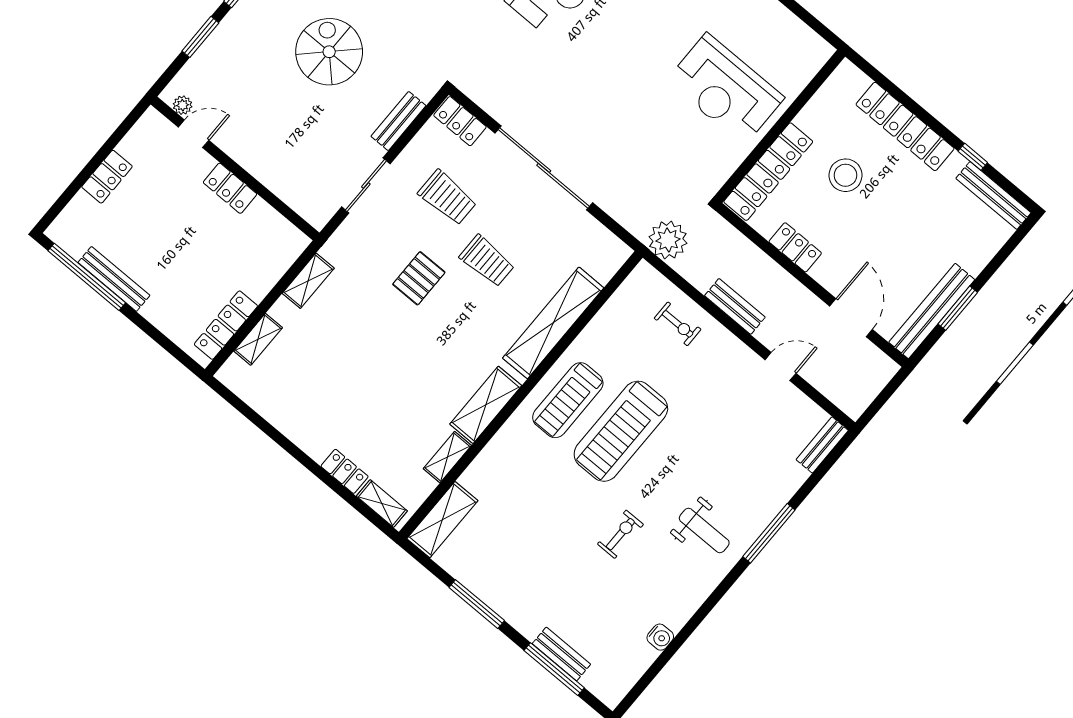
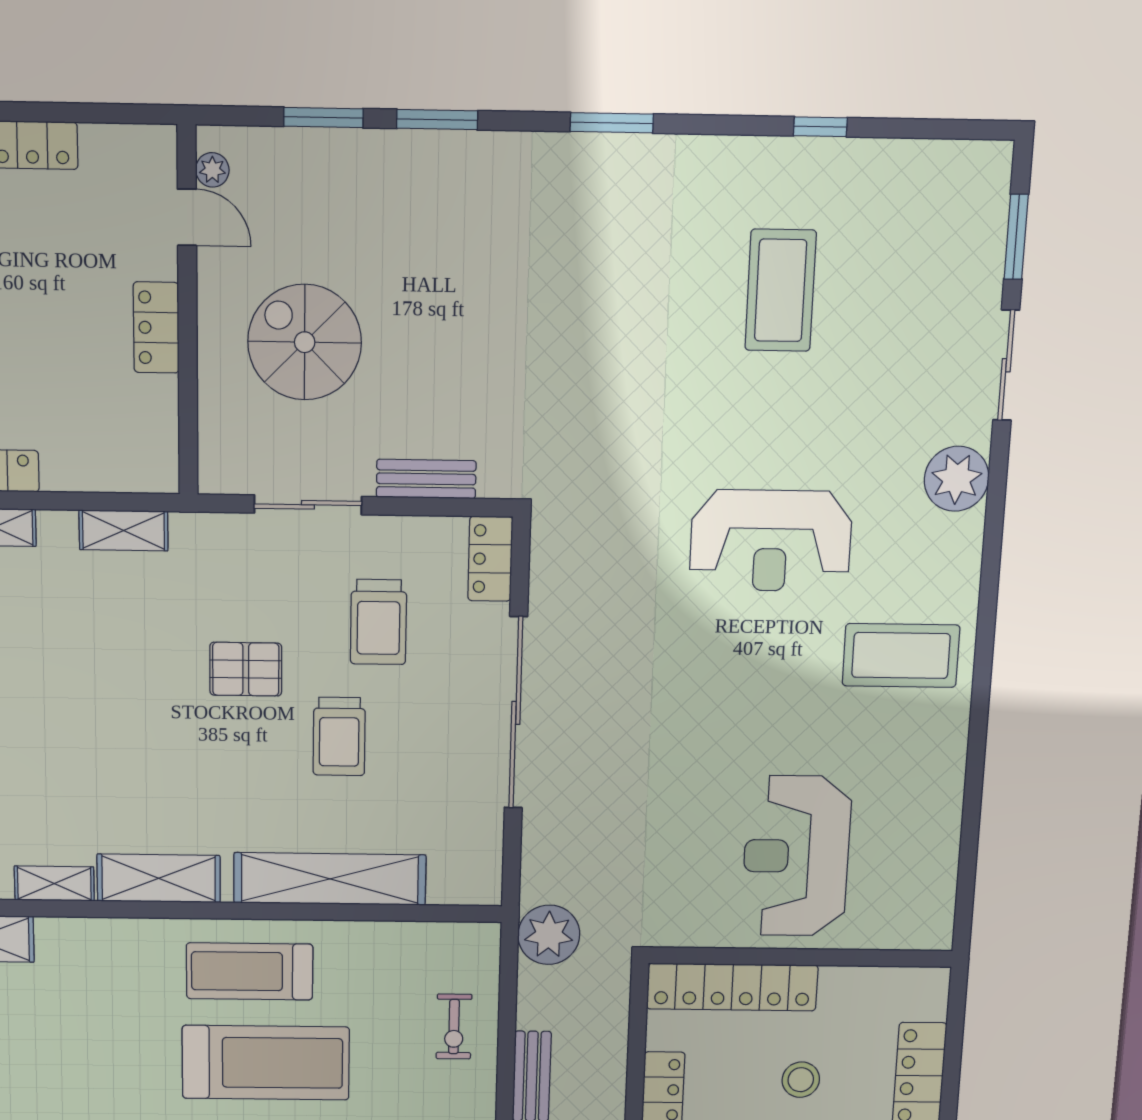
spiral stairs: (329, 52) -> (305, 342), moved, turned -90
stool: (846, 175) -> (801, 1080), width x0.73, depth x0.73
treadmill: (621, 431) -> (266, 1063), turned 180

